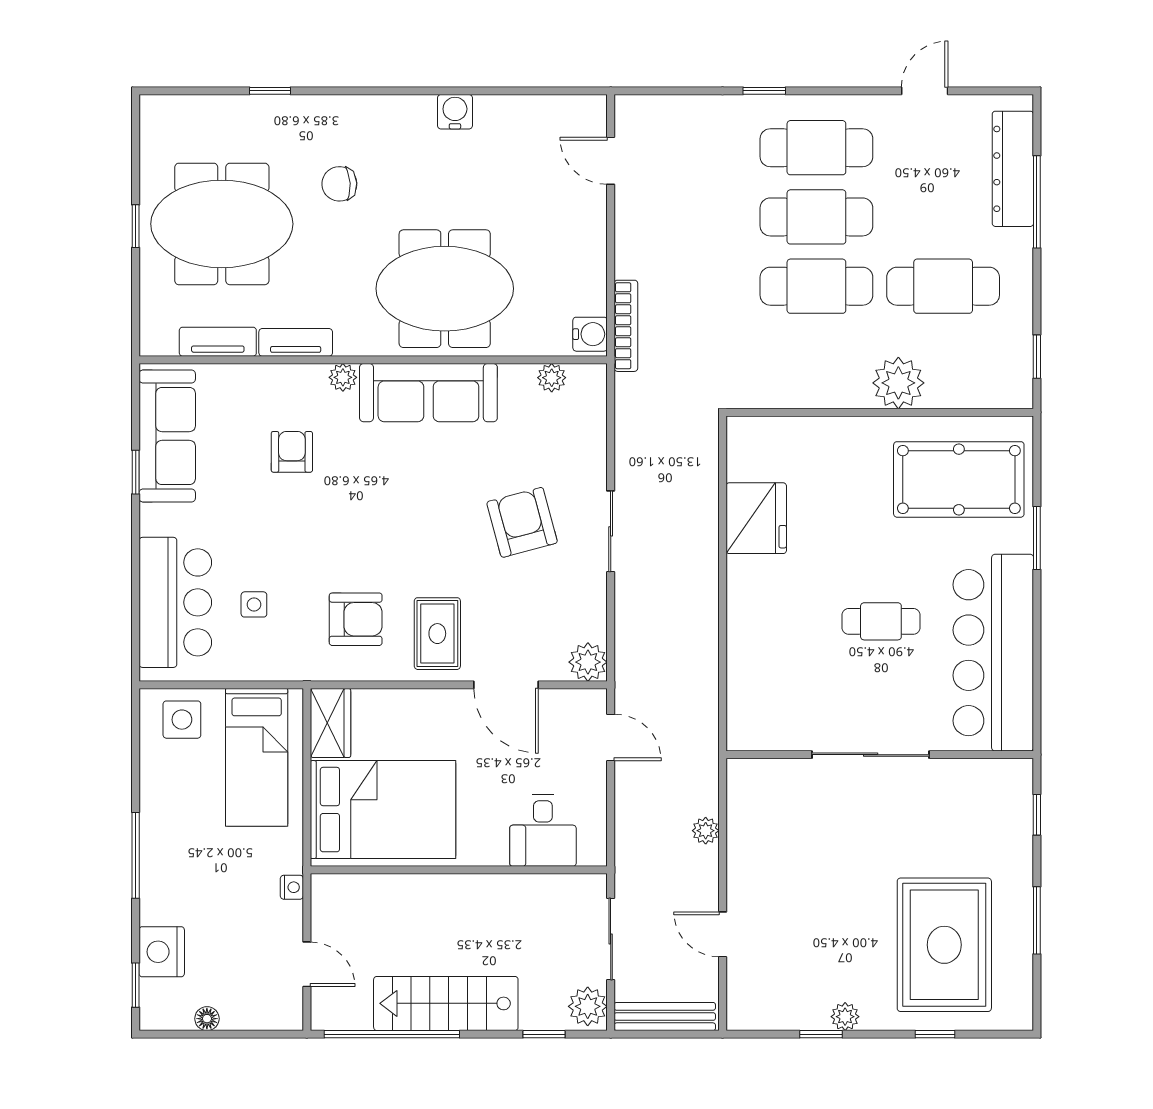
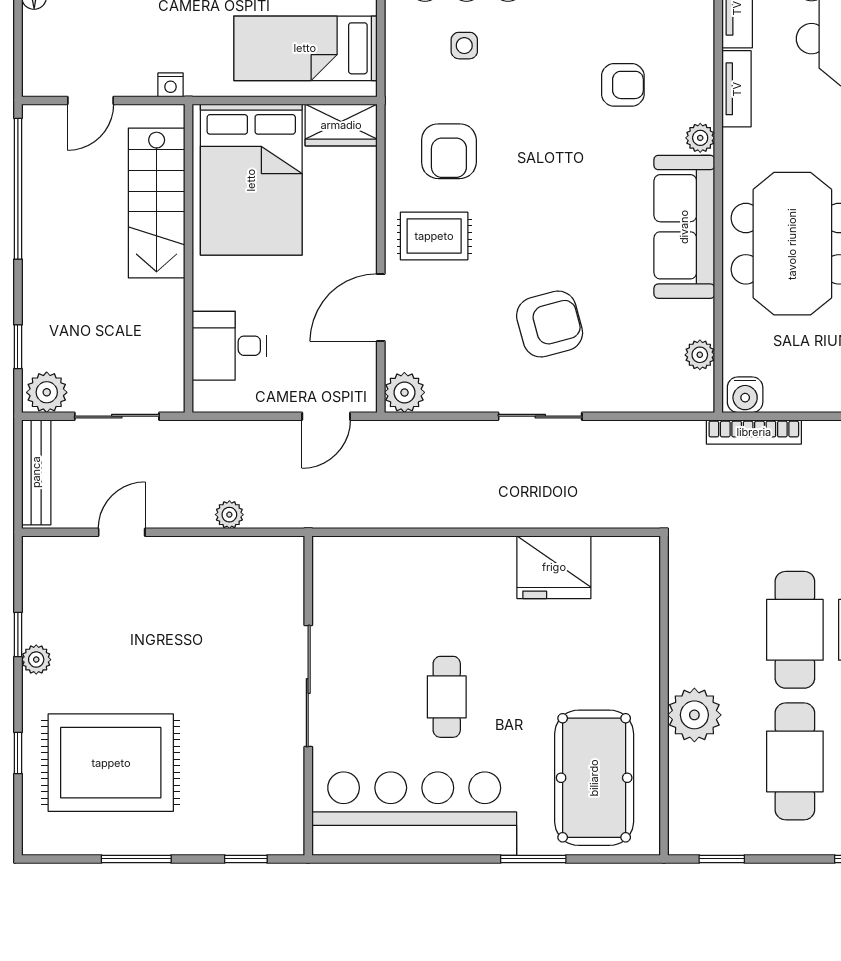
stairs: (446, 1003) -> (157, 203), moved, turned 180

